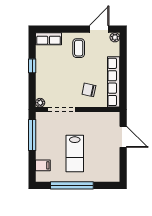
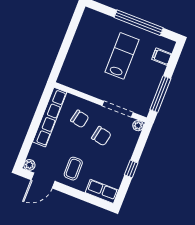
chair: (66, 83) -> (101, 136), added
door: (123, 137) -> (63, 54), removed

